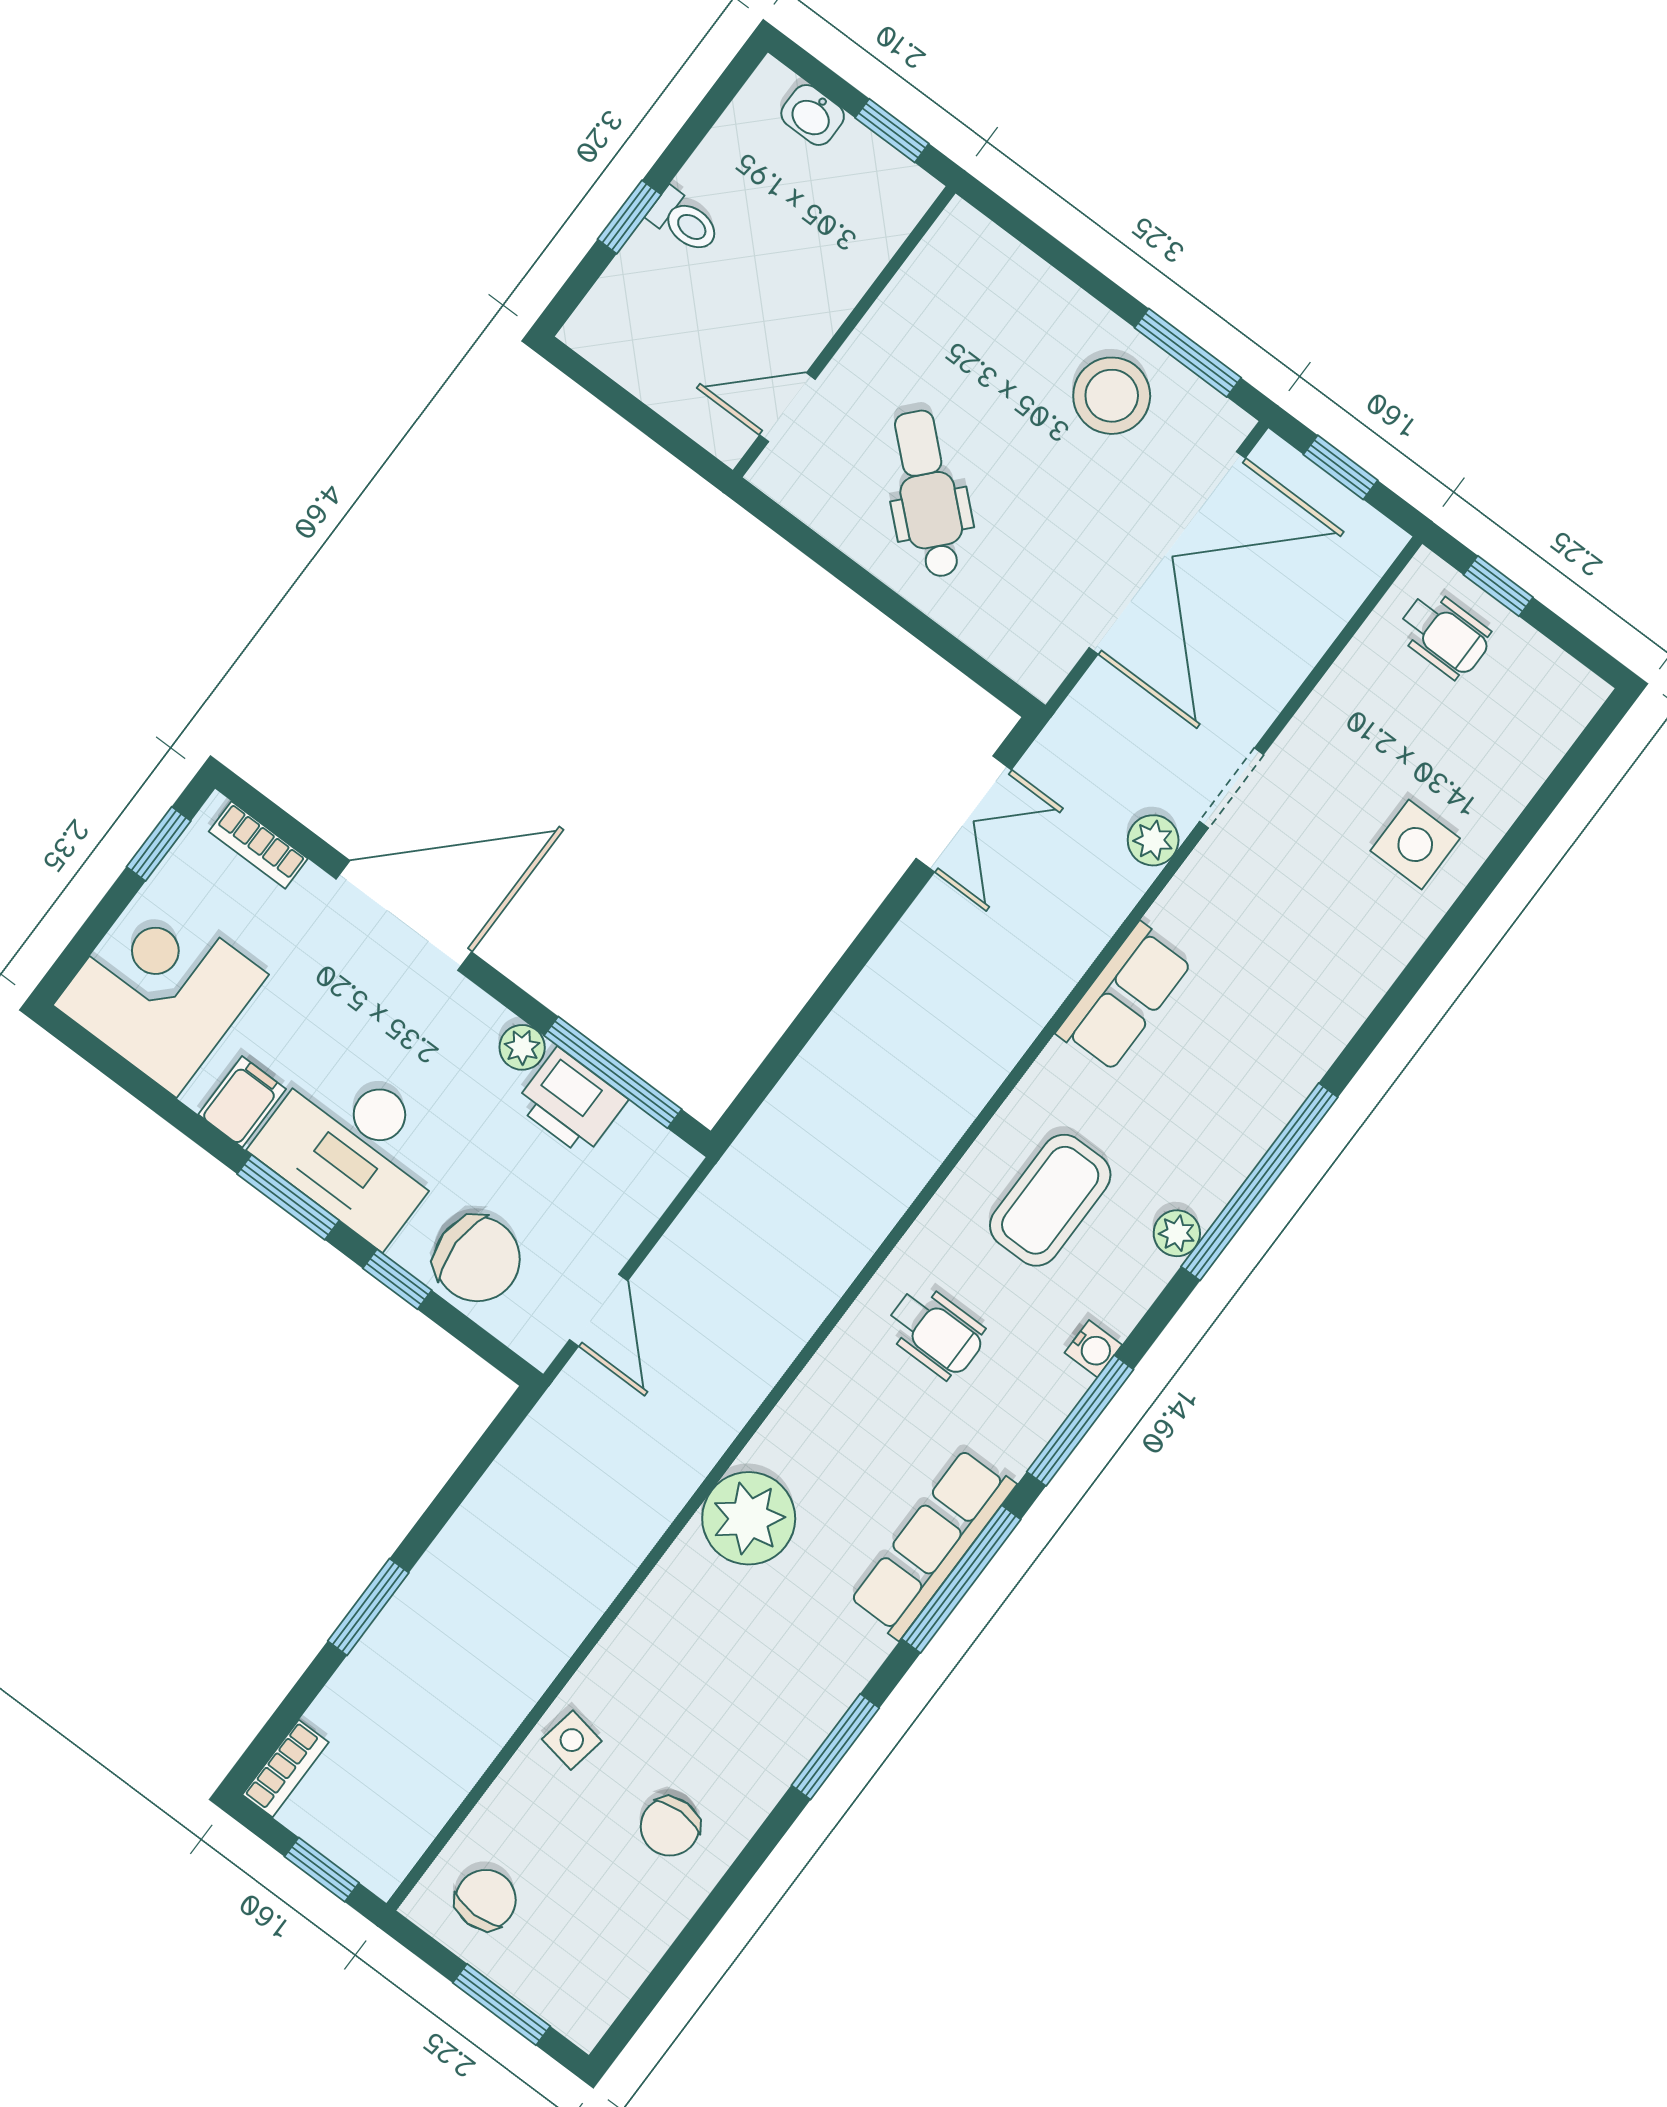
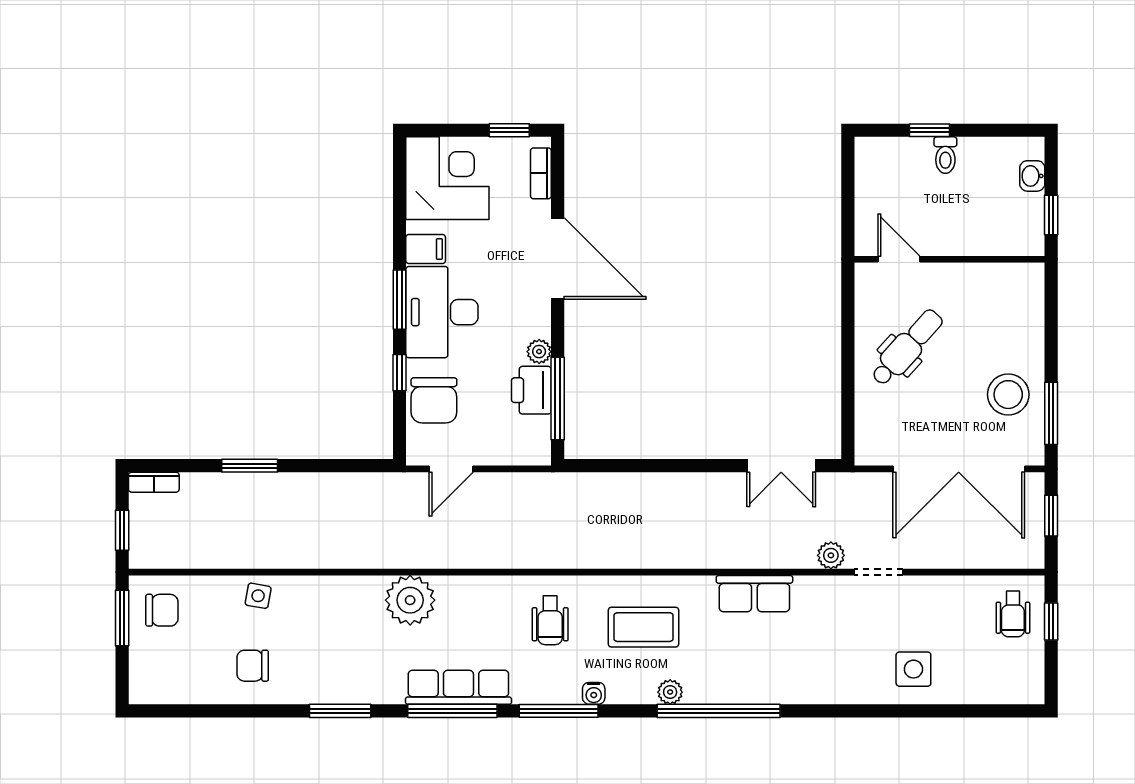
window: (502, 2005) -> (122, 618), moved

